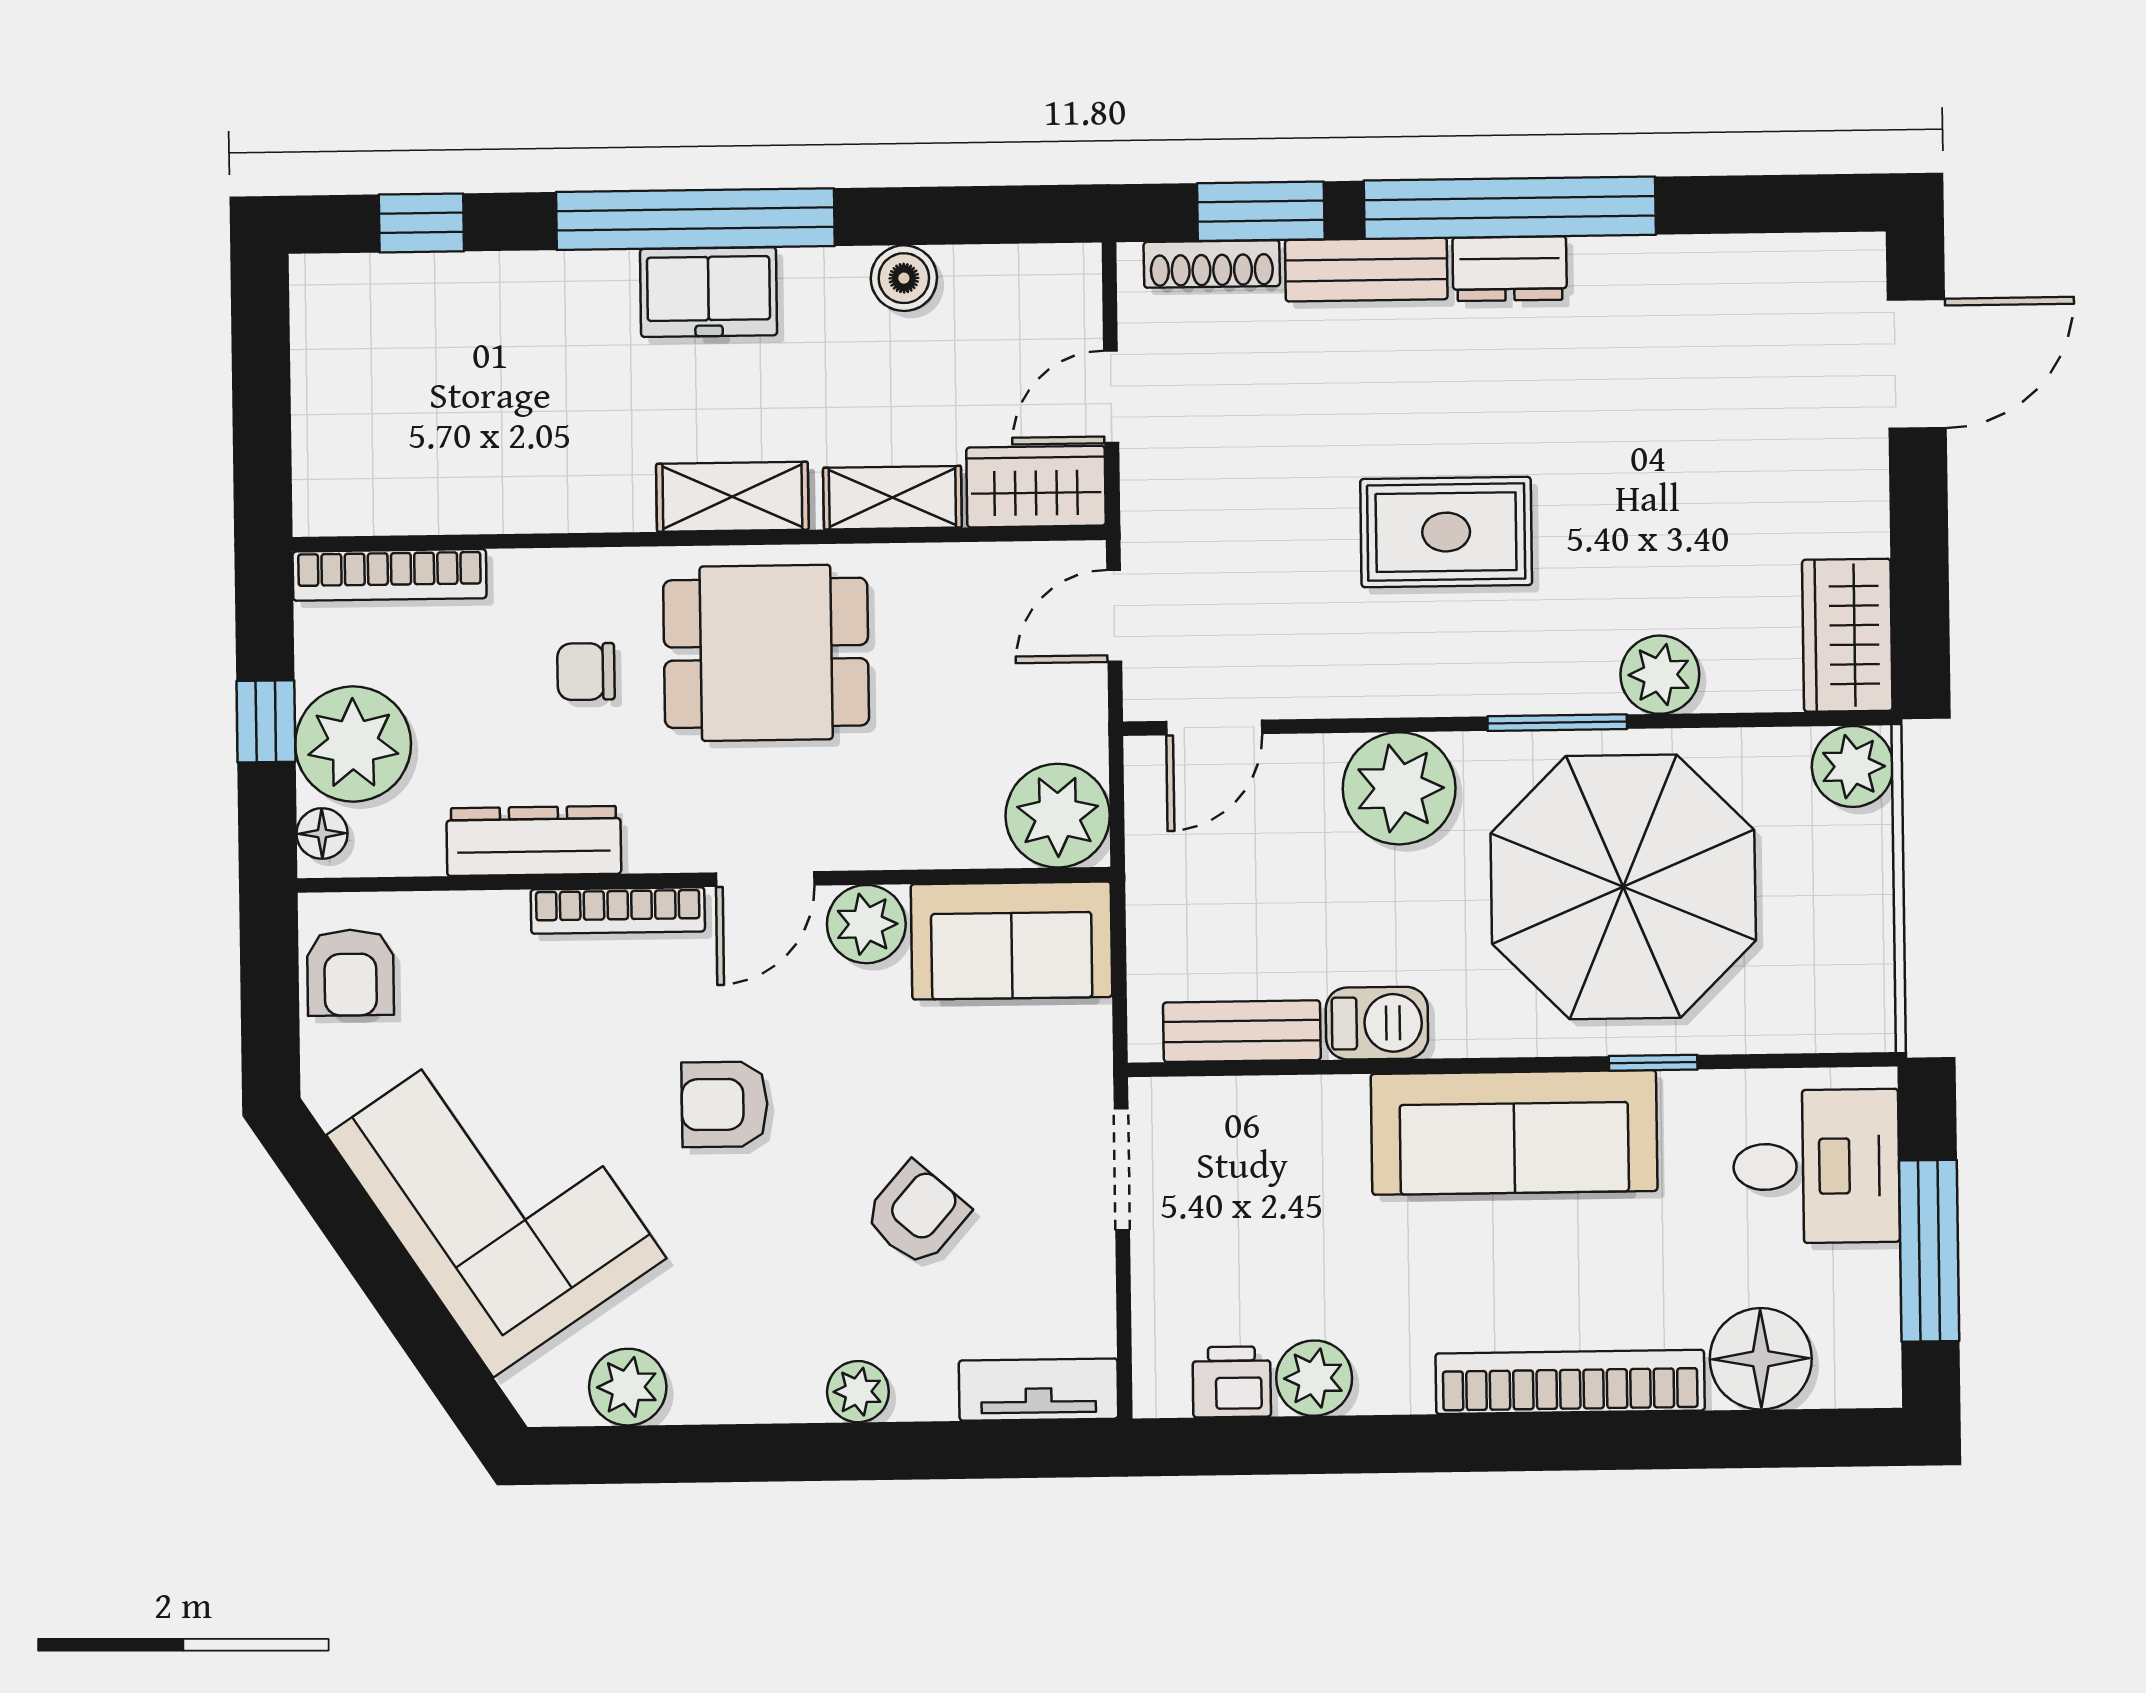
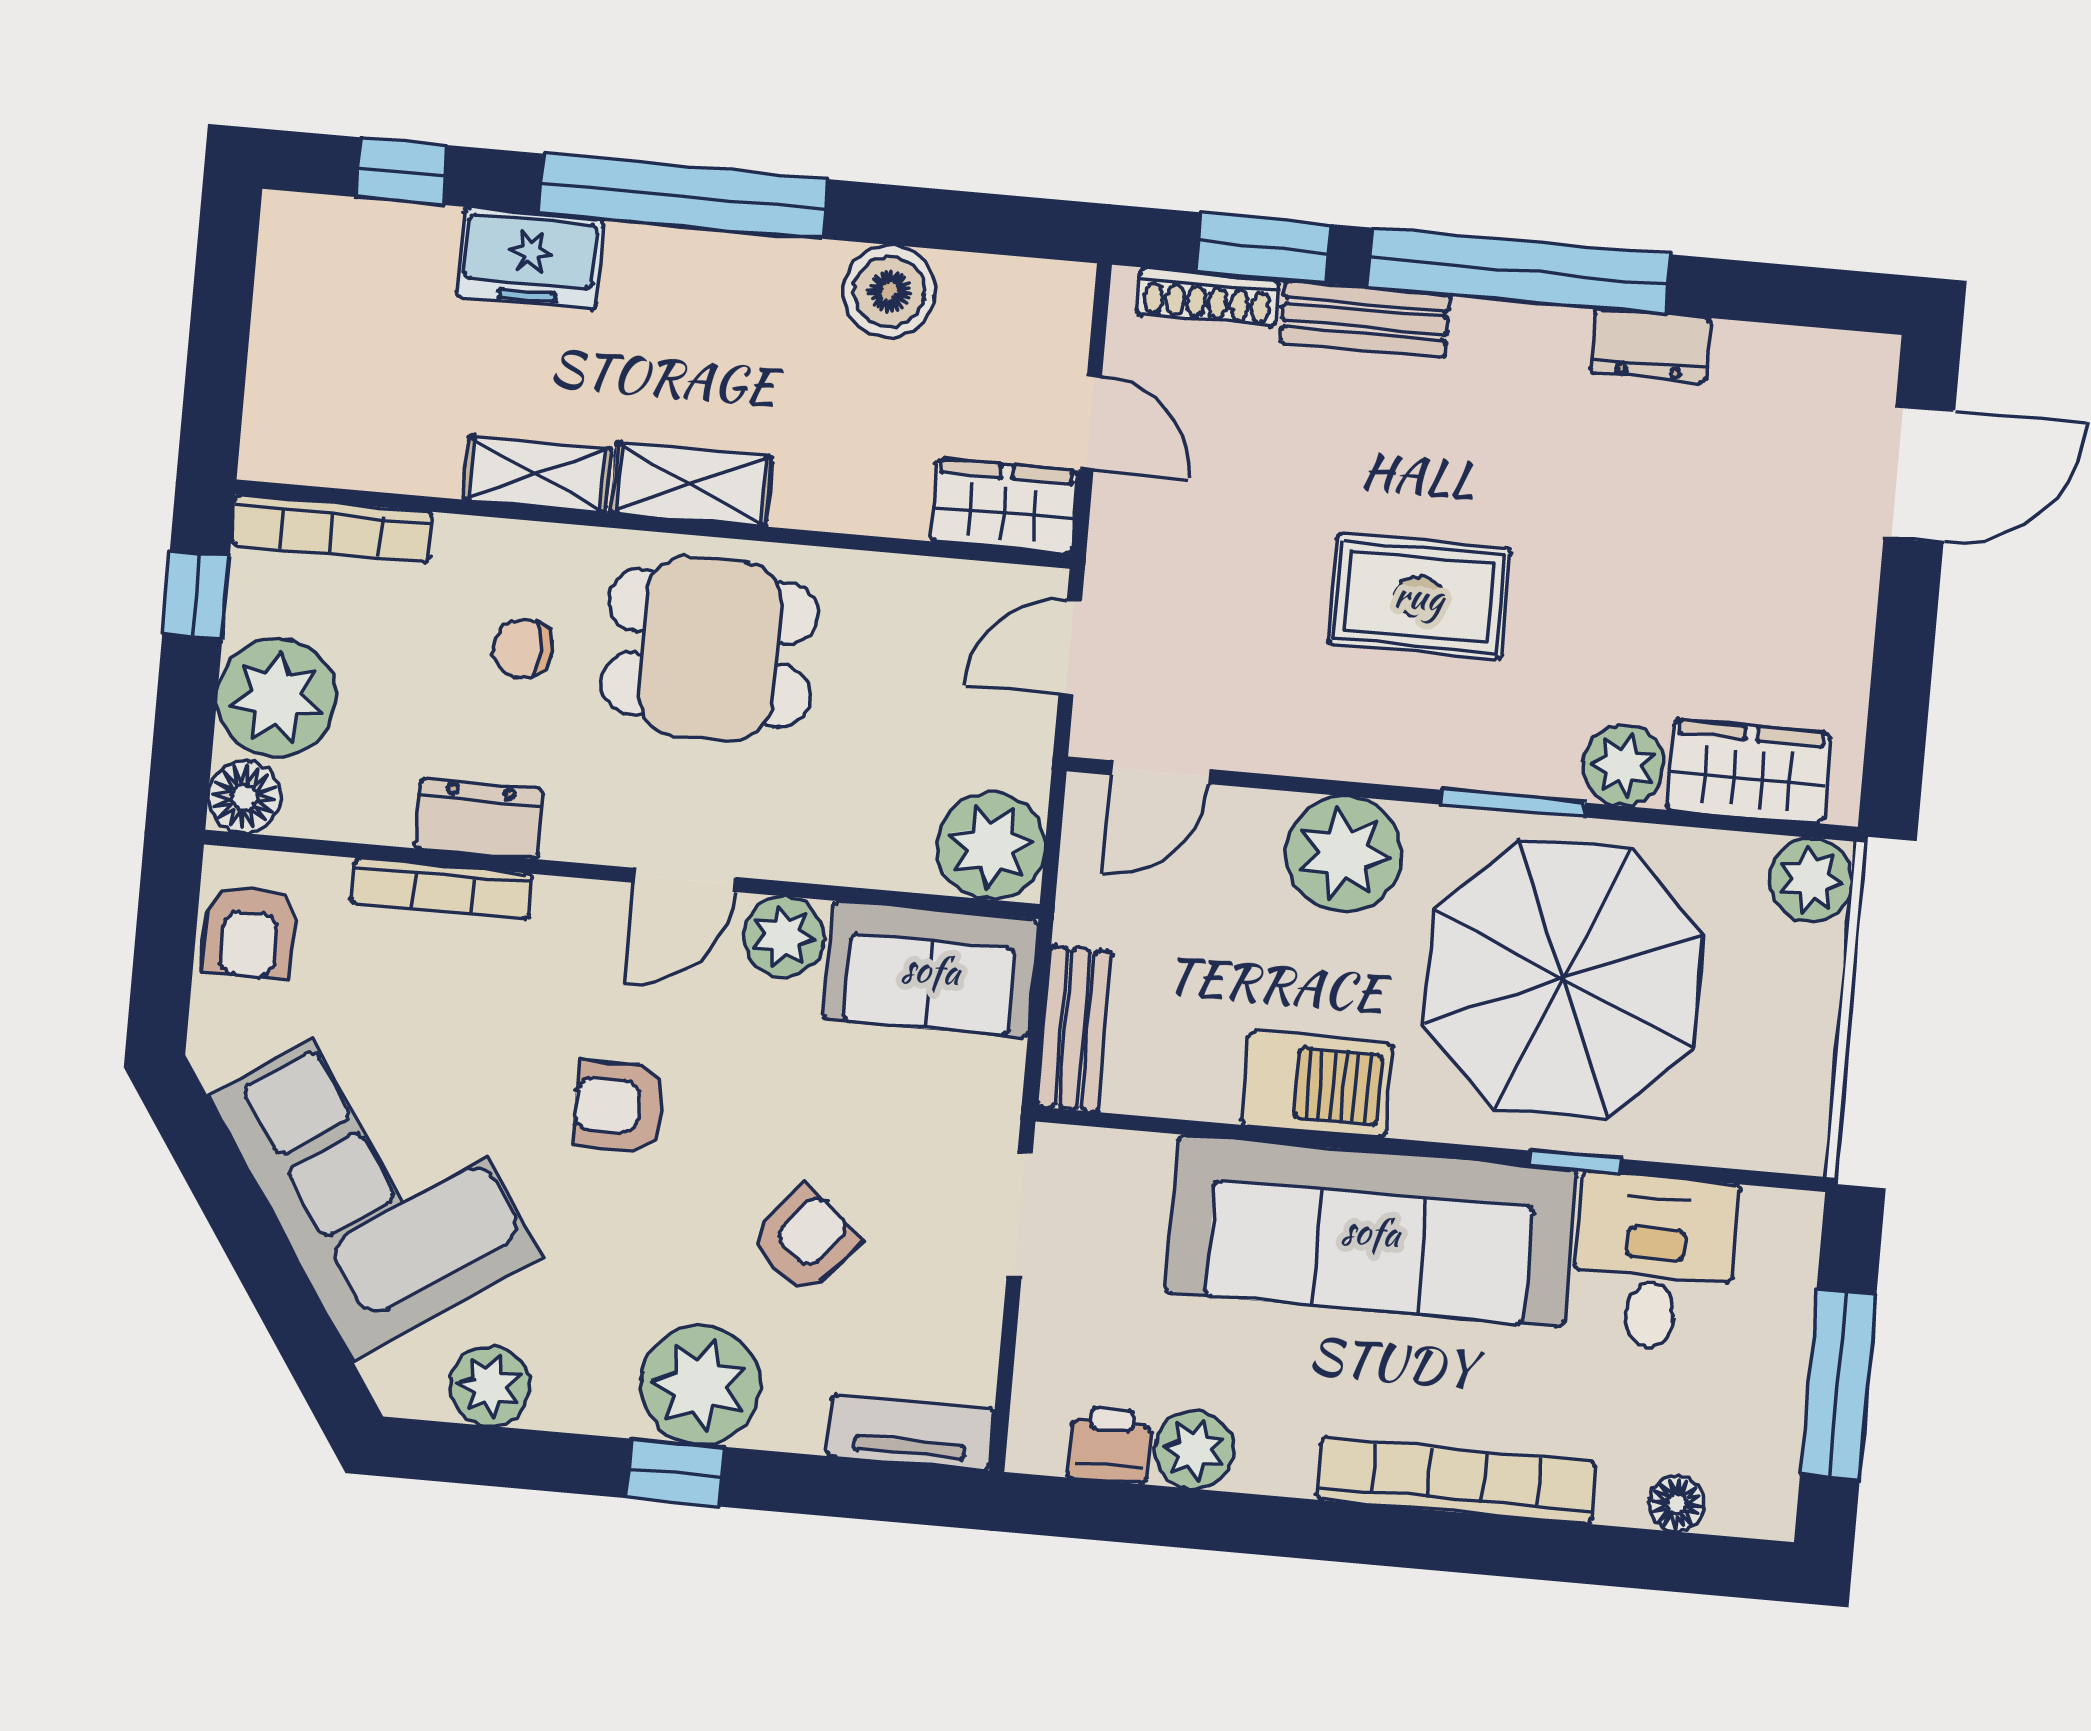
dresser: (1510, 269) -> (1650, 346), moved
boiler: (904, 278) -> (889, 291), width x1.36, depth x1.36
freezer: (709, 292) -> (530, 258), moved
door: (1111, 397) -> (1090, 423), swing flipped
shelving: (892, 498) -> (537, 474), moved
wardrobe: (1847, 635) -> (1748, 771), moved, turned 90
window: (266, 721) -> (196, 595), moved
floor lamp: (322, 834) -> (244, 797), width x1.37, depth x1.37
dresser: (534, 841) -> (479, 819), width x0.70
bookcase: (618, 910) -> (442, 889), moved
barbecue: (1377, 1023) -> (1317, 1084), width x1.38, depth x1.27
bench: (1242, 1031) -> (1075, 1029), moved, turned 90
sofa: (1514, 1132) -> (1371, 1231), width x1.36, depth x1.27
desk: (1816, 1166) -> (1654, 1262), moved, turned -90
floor lamp: (1761, 1359) -> (1677, 1504), width x0.53, depth x0.53
plant: (858, 1392) -> (700, 1385), width x1.88, depth x1.88
window: (815, 1452) -> (675, 1473), added

